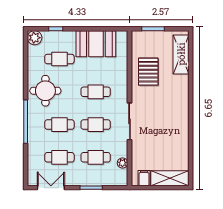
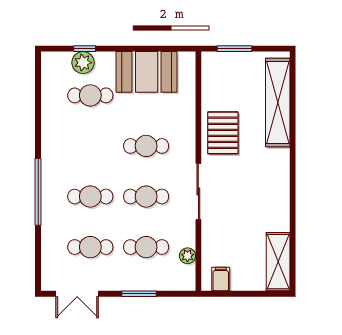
plant: (35, 38) -> (83, 63), moved
shelving: (181, 54) -> (278, 102), width x1.47
pallet: (148, 72) -> (223, 133), moved
round table: (45, 91) -> (69, 144), removed
shelving: (170, 178) -> (278, 262), moved, turned 90
double door: (51, 188) -> (77, 294), swing flipped

